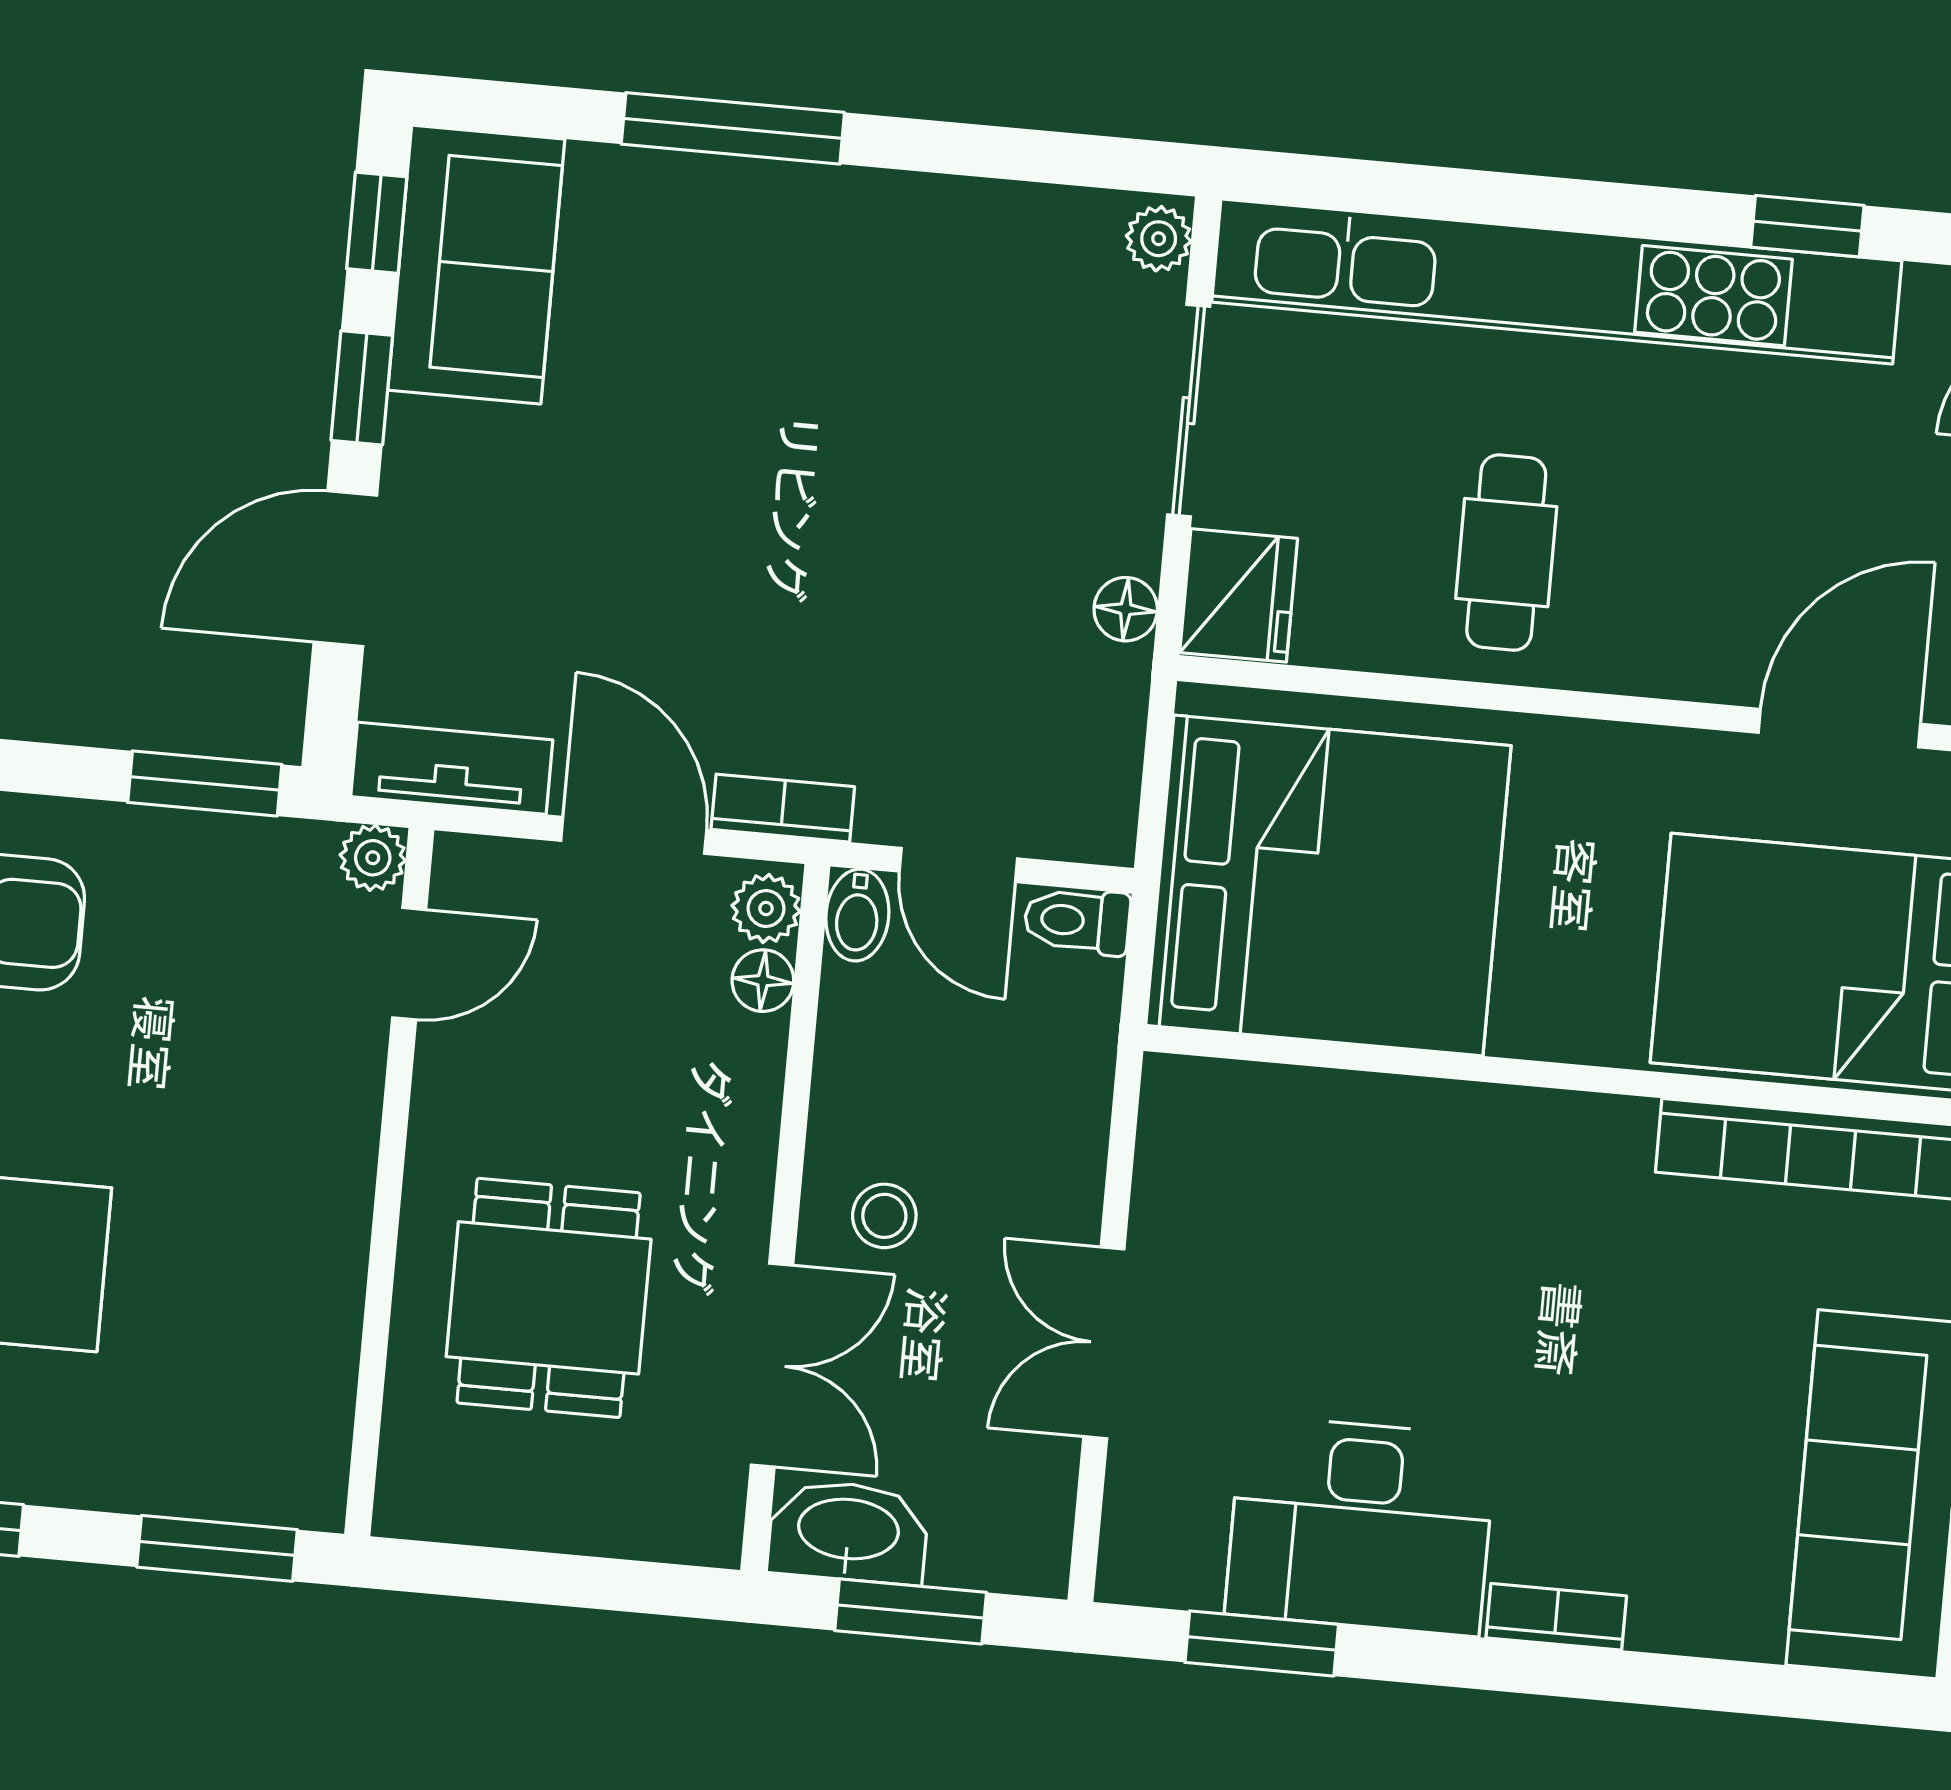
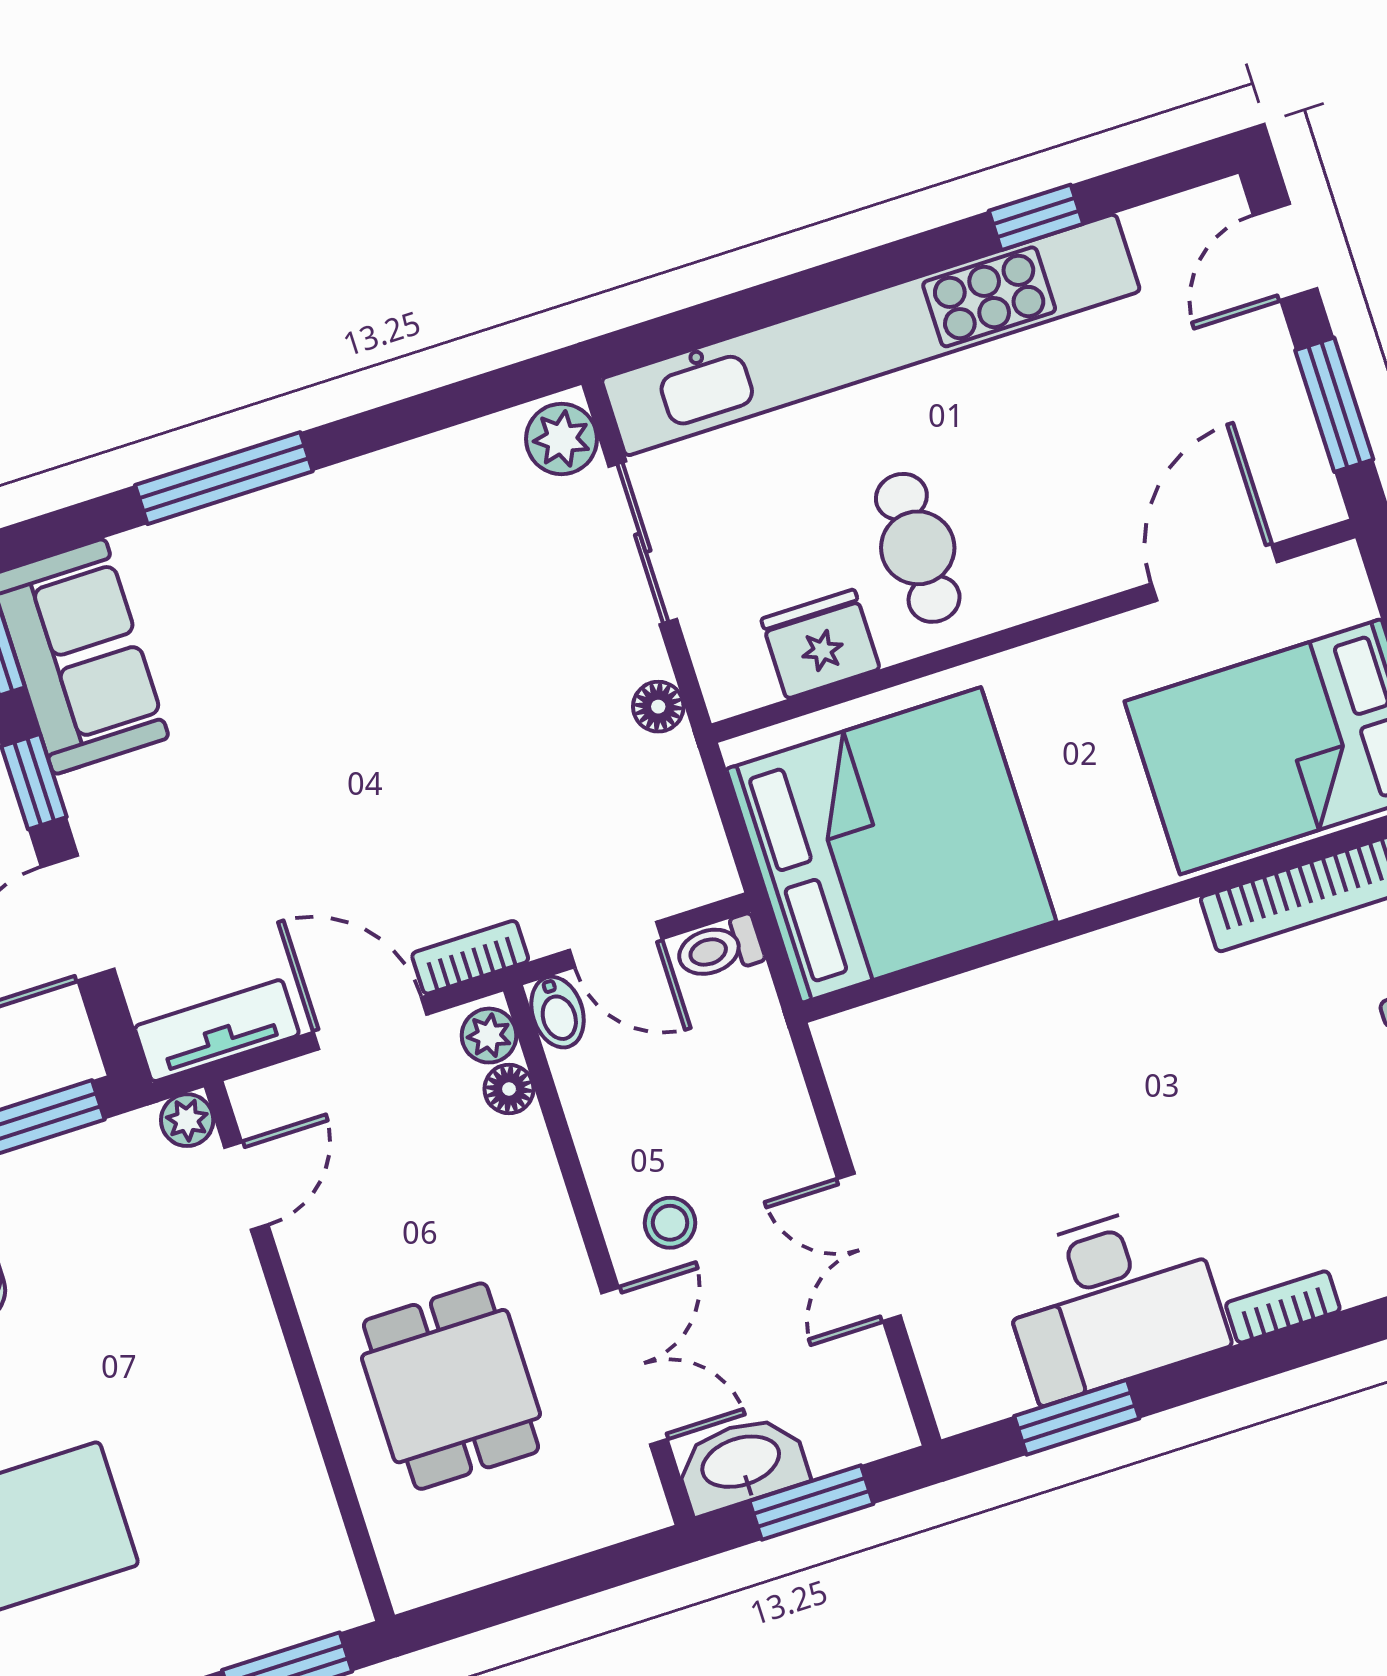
plant: (1159, 239) -> (562, 439), width x1.38, depth x1.38
fridge: (1239, 595) -> (820, 644), moved, turned -90

